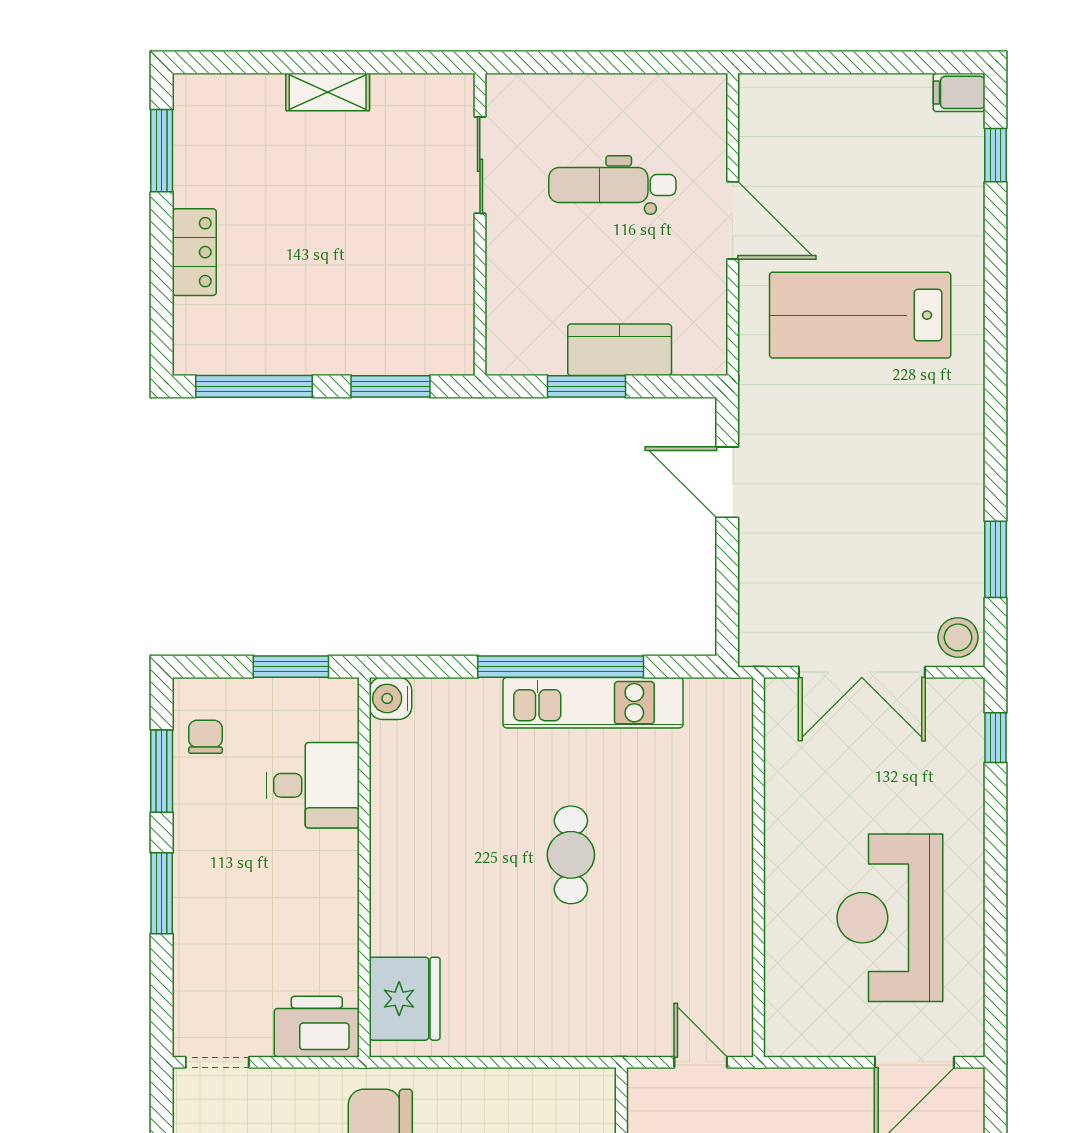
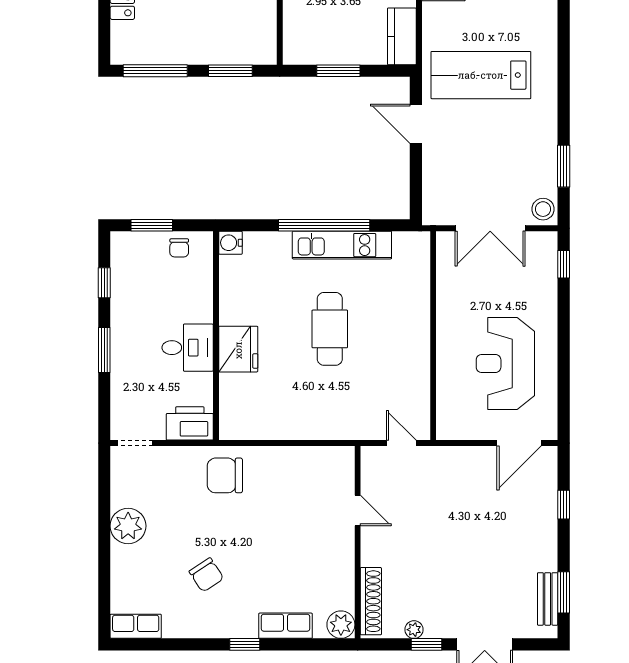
lab bench: (860, 315) -> (481, 75), moved
kitchen counter: (620, 350) -> (402, 36), moved, turned -90
window: (291, 667) -> (152, 225), moved
chair: (205, 737) -> (179, 248), moved, turned 180
window: (162, 771) -> (104, 283), width x0.67
desk: (313, 785) -> (188, 348), moved
cafe table: (571, 855) -> (330, 329), width x1.37, depth x1.35
fridge: (405, 999) -> (238, 349), moved

